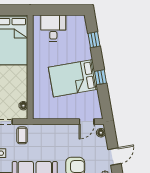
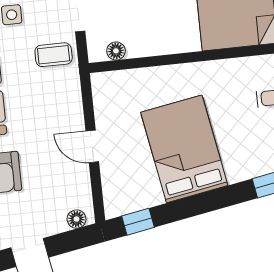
window: (101, 77) -> (138, 222), moved
door: (87, 122) -> (92, 146), moved

